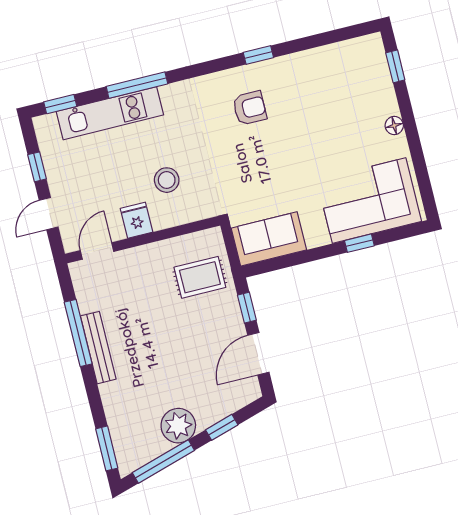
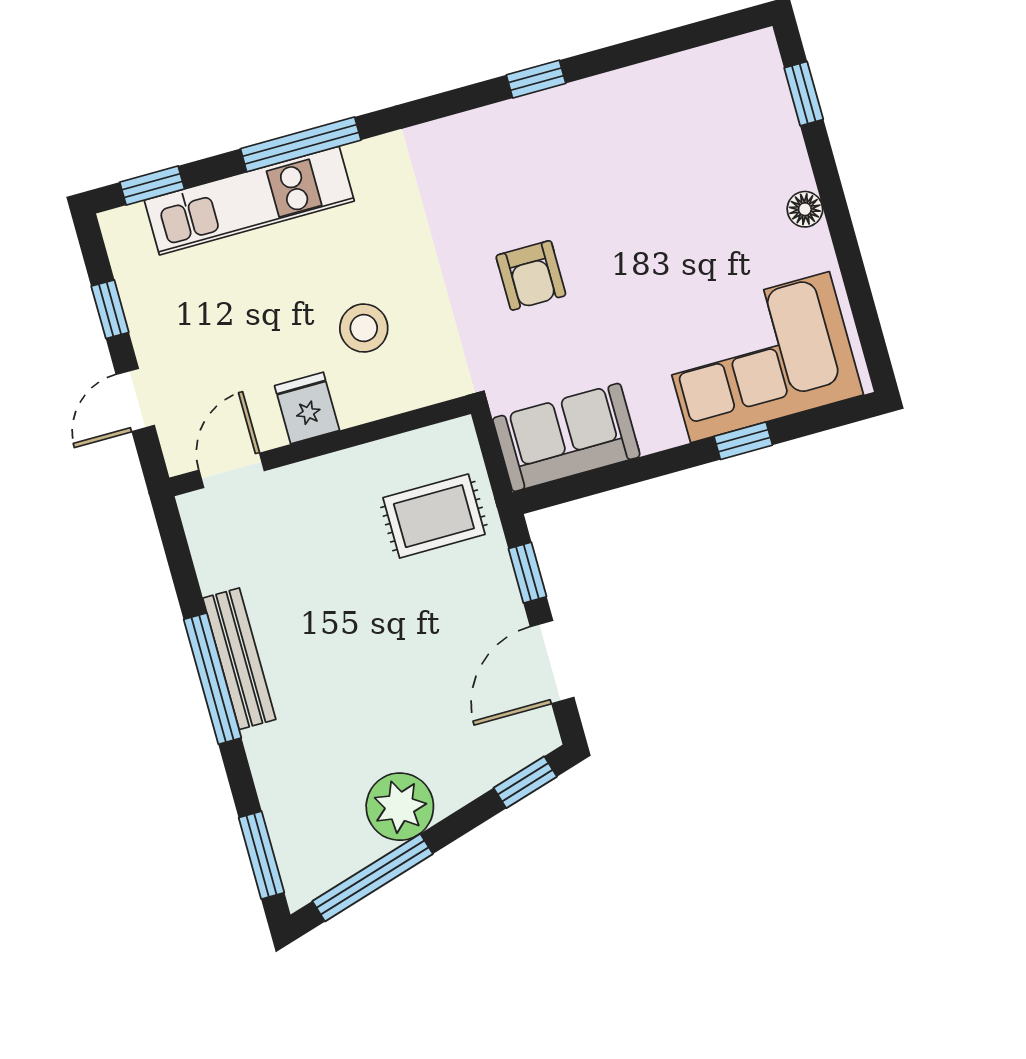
armchair: (250, 108) -> (531, 275), moved, turned 90
window: (78, 333) -> (213, 679), moved
window: (222, 427) -> (525, 782), moved

